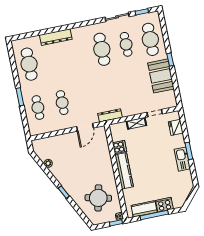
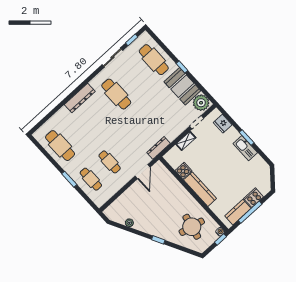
dresser: (56, 37) -> (80, 98), moved
cafe table: (126, 44) -> (135, 77), removed
plant: (168, 99) -> (201, 103), added

